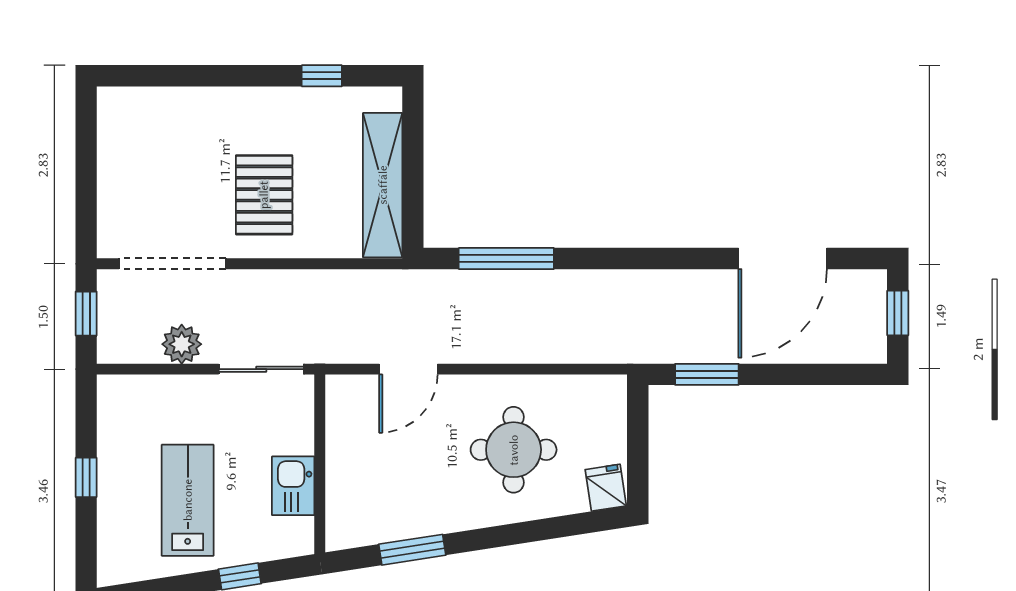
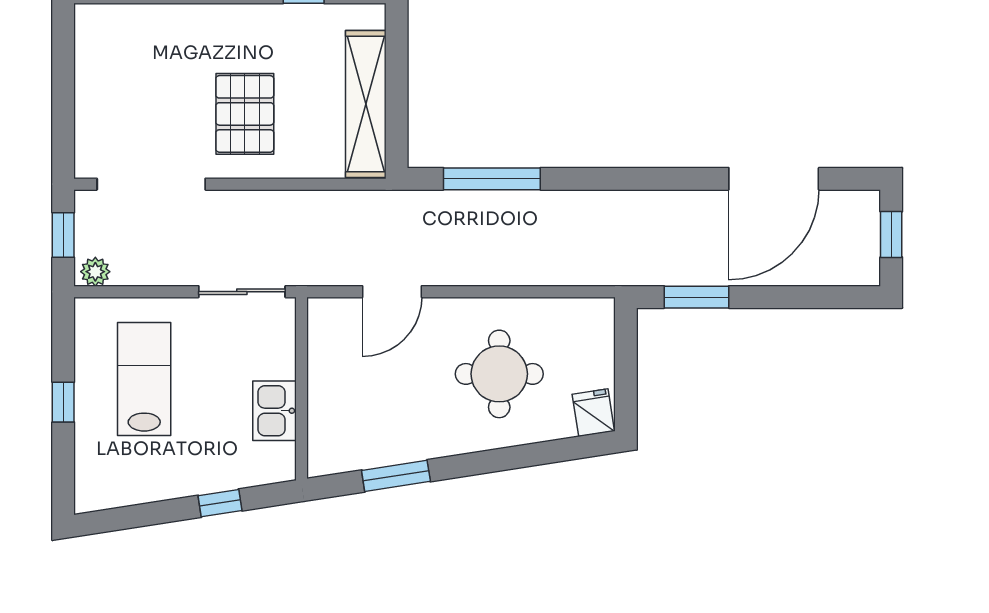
plant: (182, 344) -> (95, 272), moved, width x0.73, depth x0.73
lab bench: (188, 500) -> (144, 379), moved

